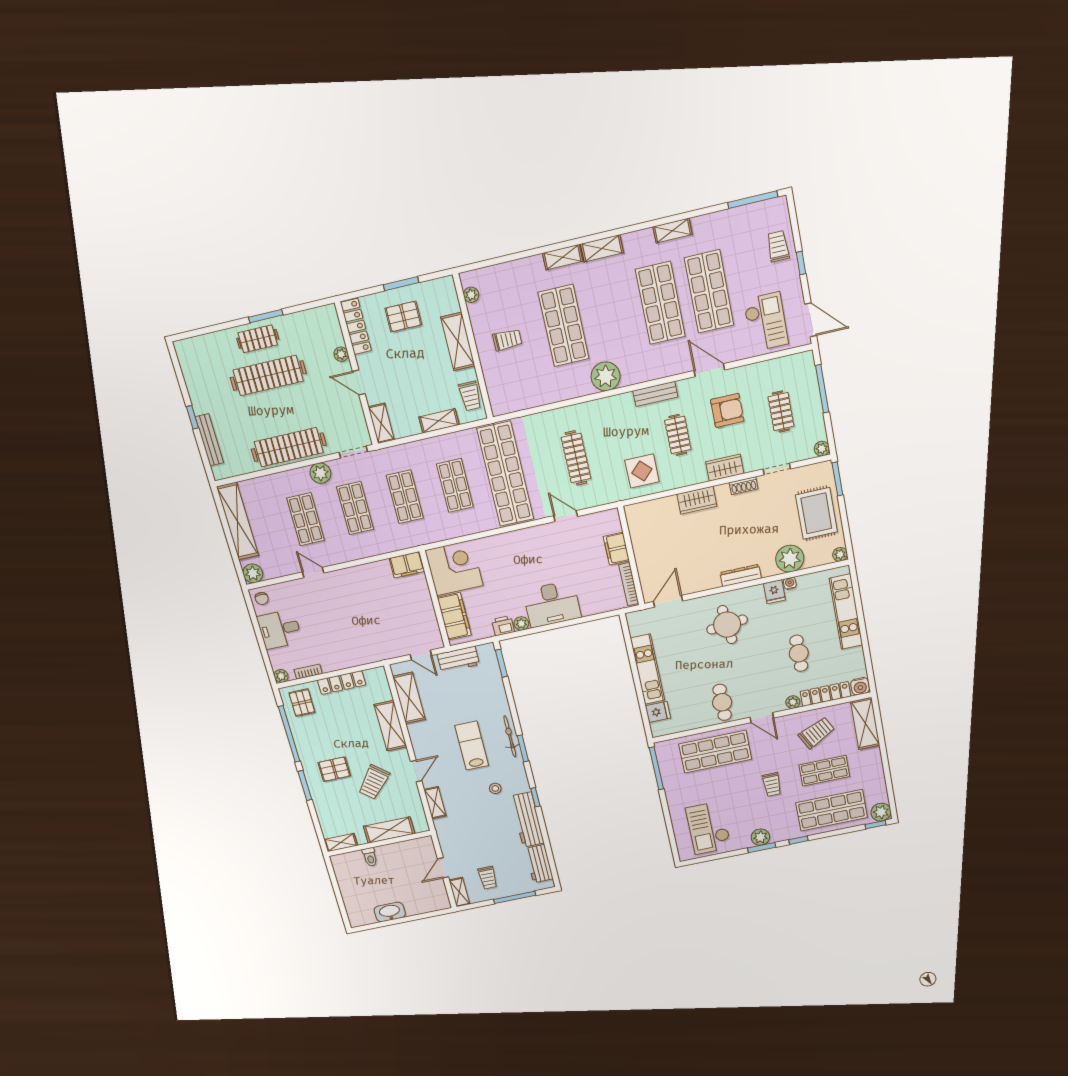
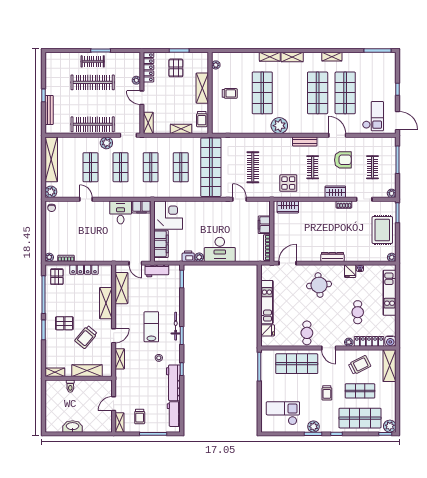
trolley: (778, 246) -> (387, 78), removed
pallet: (403, 317) -> (176, 68), turned 90
wardrobe: (697, 500) -> (288, 207), moved
plant: (790, 559) -> (362, 253), removed
desk: (280, 629) -> (121, 212), moved, turned 90
checkout: (708, 828) -> (283, 413), turned 90

